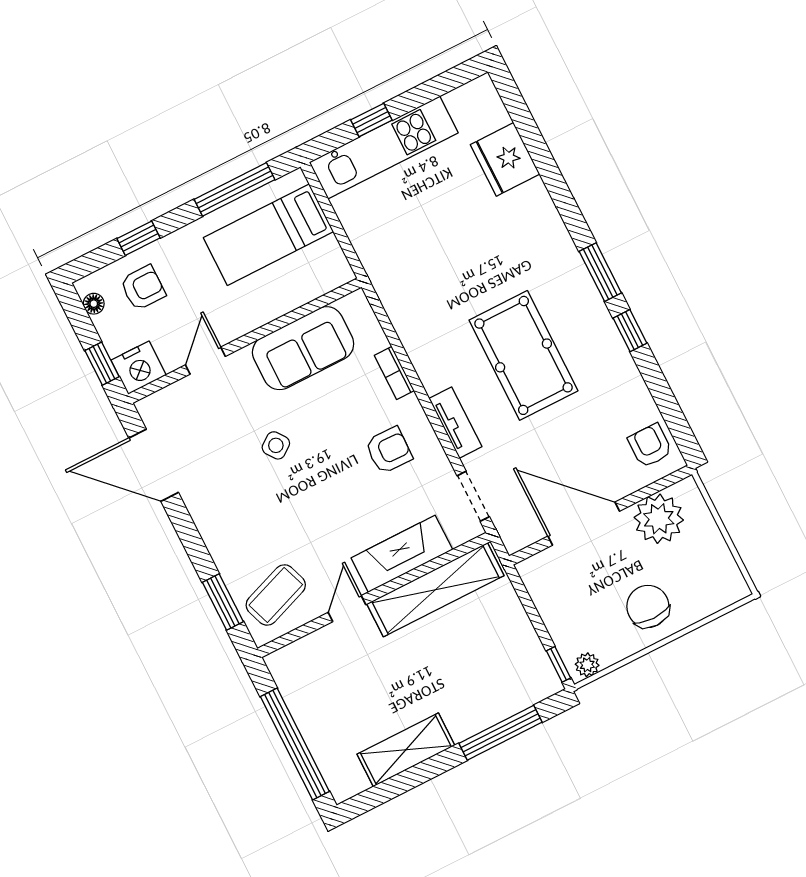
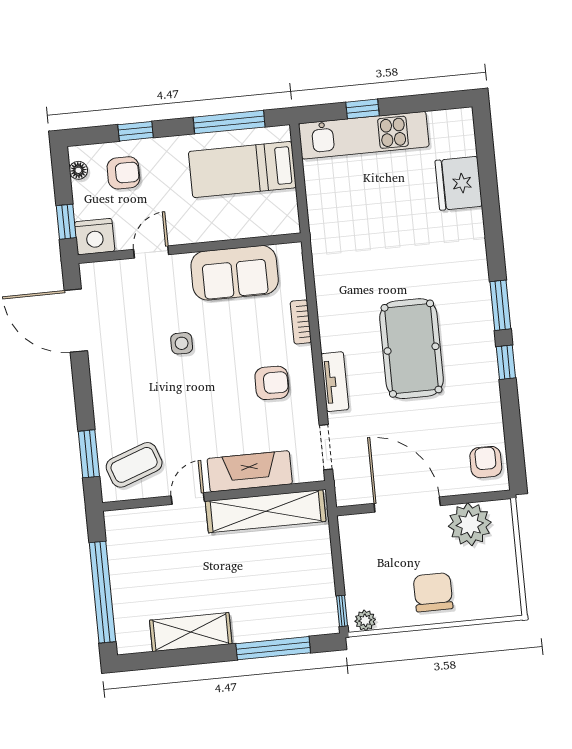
side table: (276, 445) -> (182, 343), turned 36

